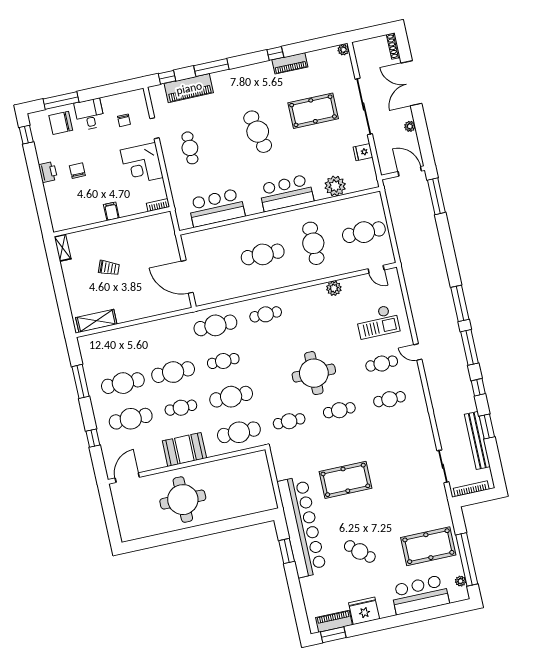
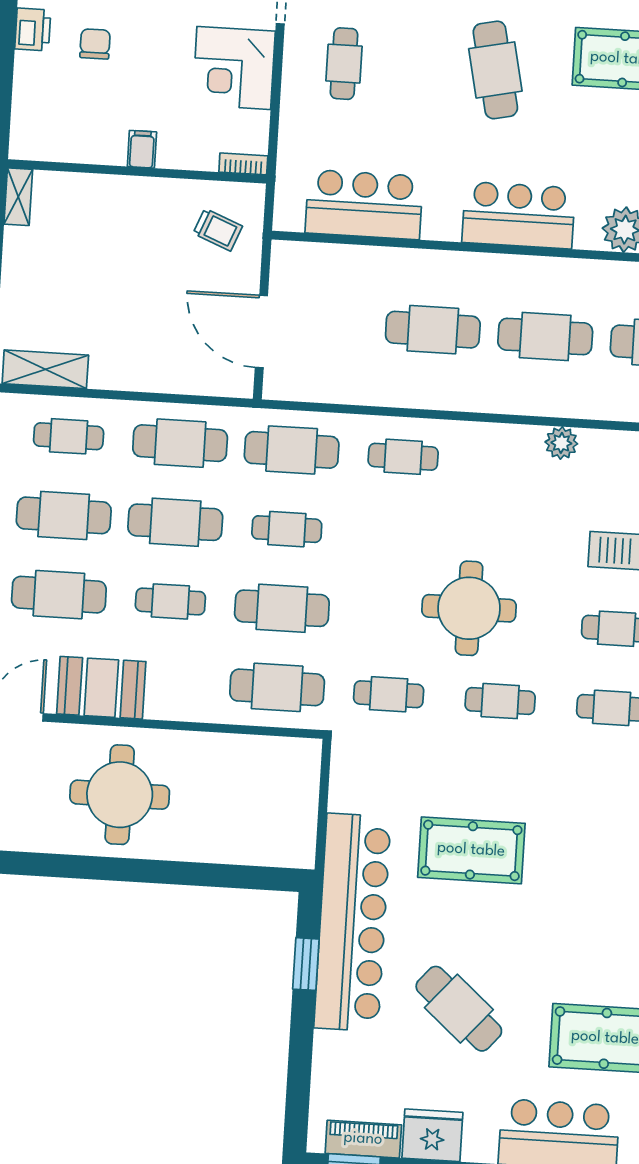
cafe table: (313, 243) -> (545, 337), turned 90
trolley: (109, 268) -> (218, 230), moved
cafe table: (165, 336) -> (180, 443), added
cafe table: (115, 347) -> (69, 436), added
booth: (184, 449) -> (101, 688), moved
cafe table: (360, 551) -> (459, 1009), width x1.37, depth x1.35

